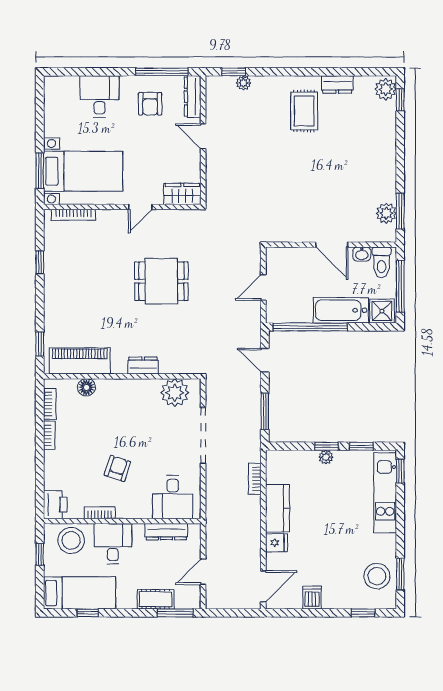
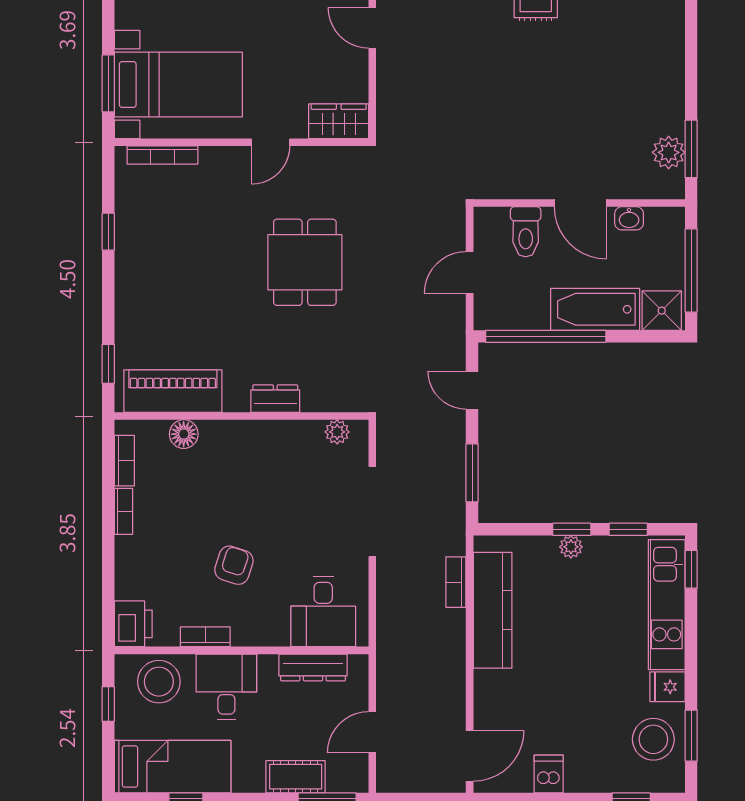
toilet: (382, 262) -> (526, 232), moved
dining table: (161, 281) -> (305, 262), turned 90
plant: (175, 393) -> (337, 432), width x0.53, depth x0.53
kitchen counter: (277, 508) -> (493, 610), width x1.50
fridge: (276, 543) -> (667, 687), moved, turned 180

